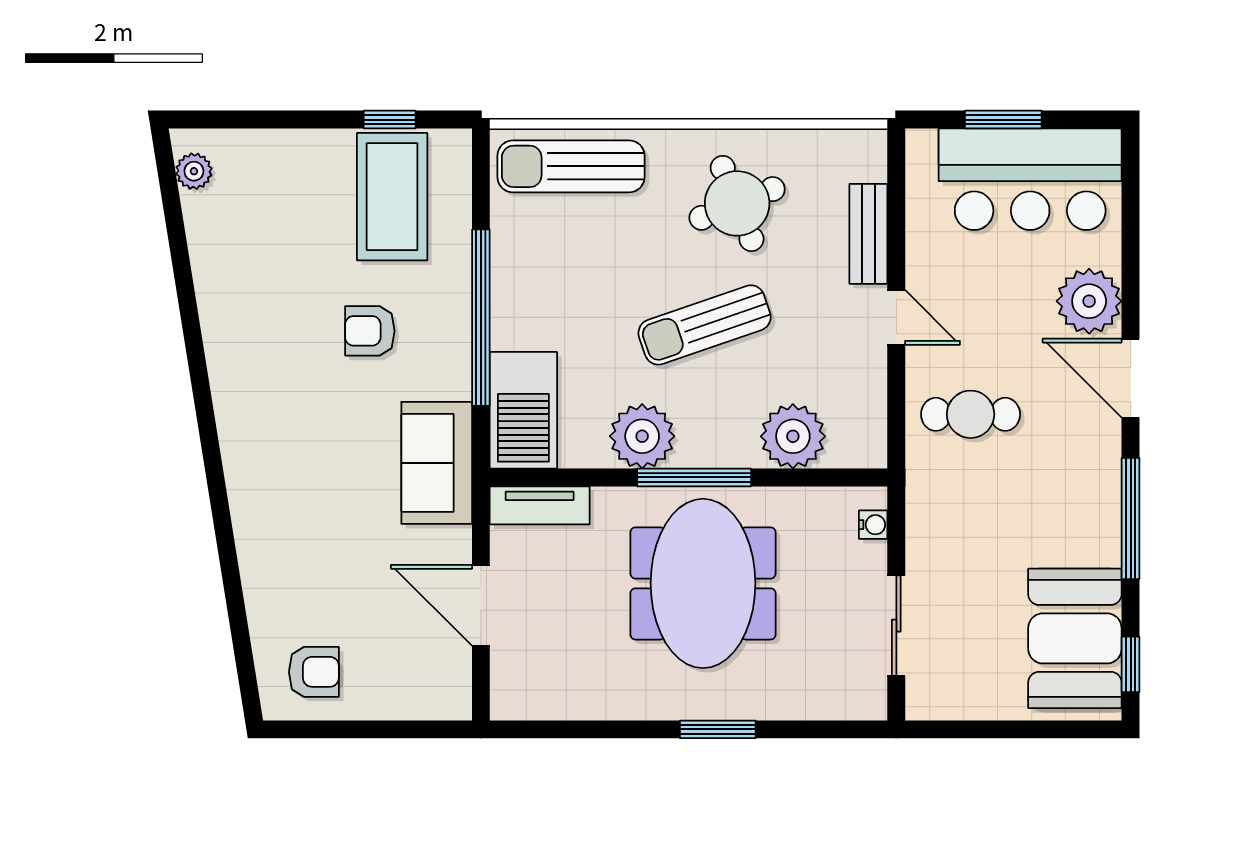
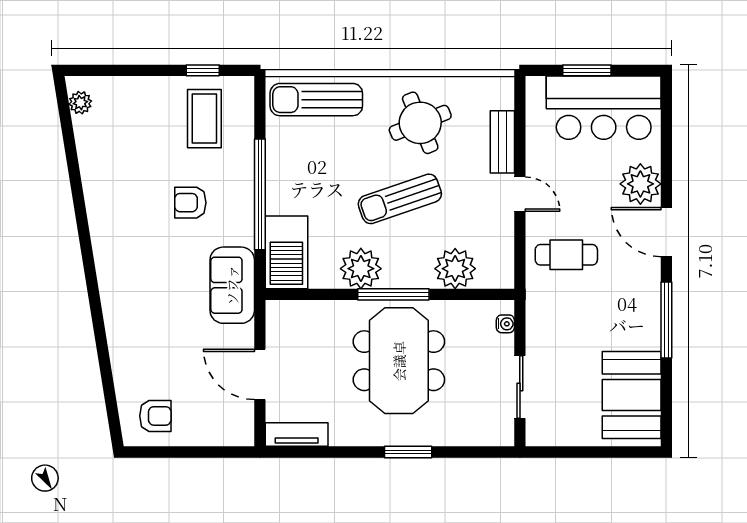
coffee table: (392, 197) -> (204, 119), width x0.73, depth x0.76
tv unit: (540, 505) -> (297, 435), moved, turned 180
window: (1131, 664) -> (666, 411), removed

